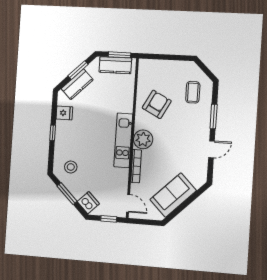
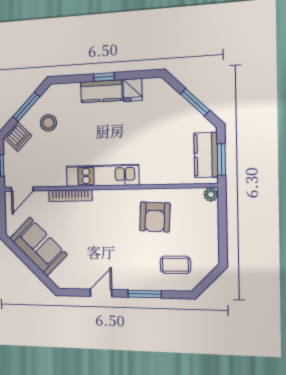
kitchen counter: (77, 84) -> (101, 91), moved, turned -45
armchair: (157, 104) -> (155, 217), turned 65
plant: (143, 139) -> (211, 195), moved, width x0.53, depth x0.53
door: (212, 149) -> (101, 293), swing flipped
stool: (71, 167) -> (48, 123), moved

